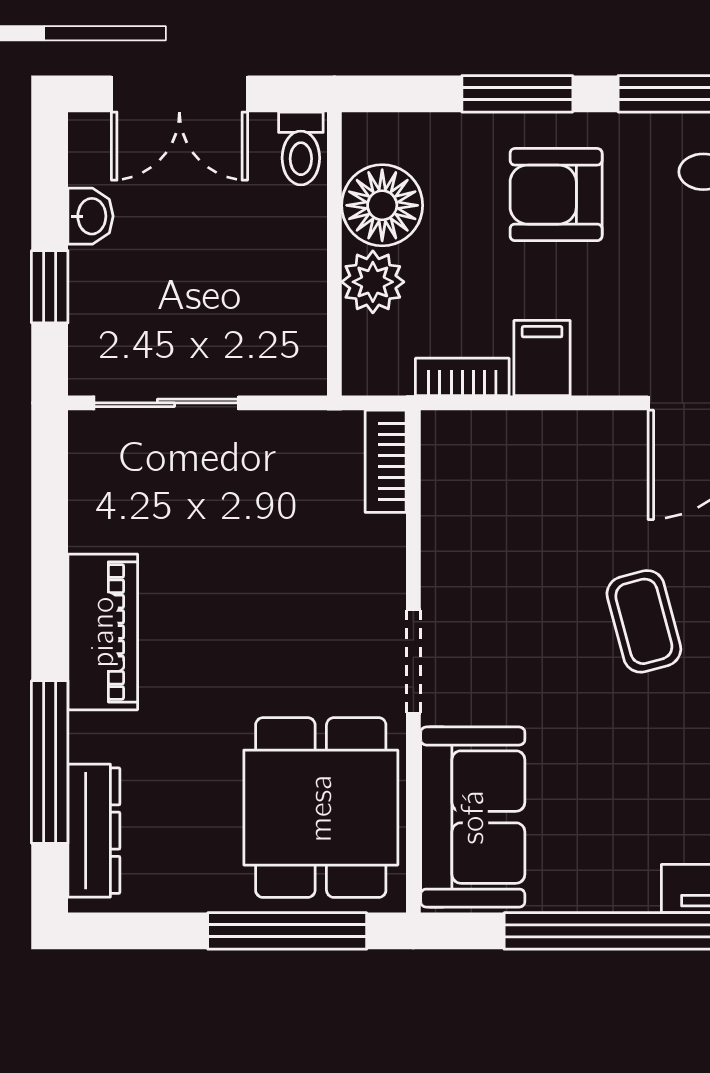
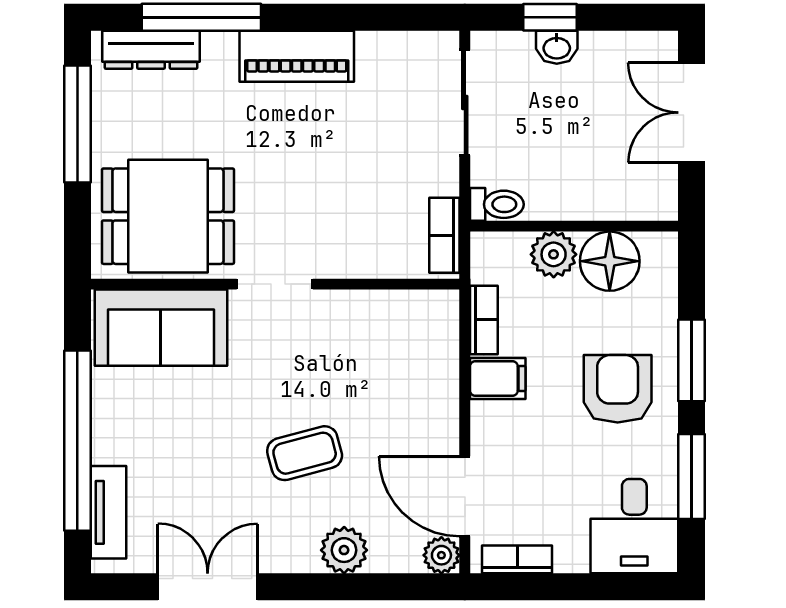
toilet: (301, 149) -> (497, 204), moved, turned 180
washbasin: (90, 216) -> (557, 47), moved
bookcase: (386, 461) -> (444, 235), moved, turned -90
window: (287, 931) -> (77, 124), moved

